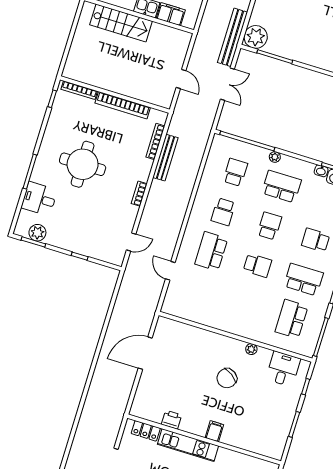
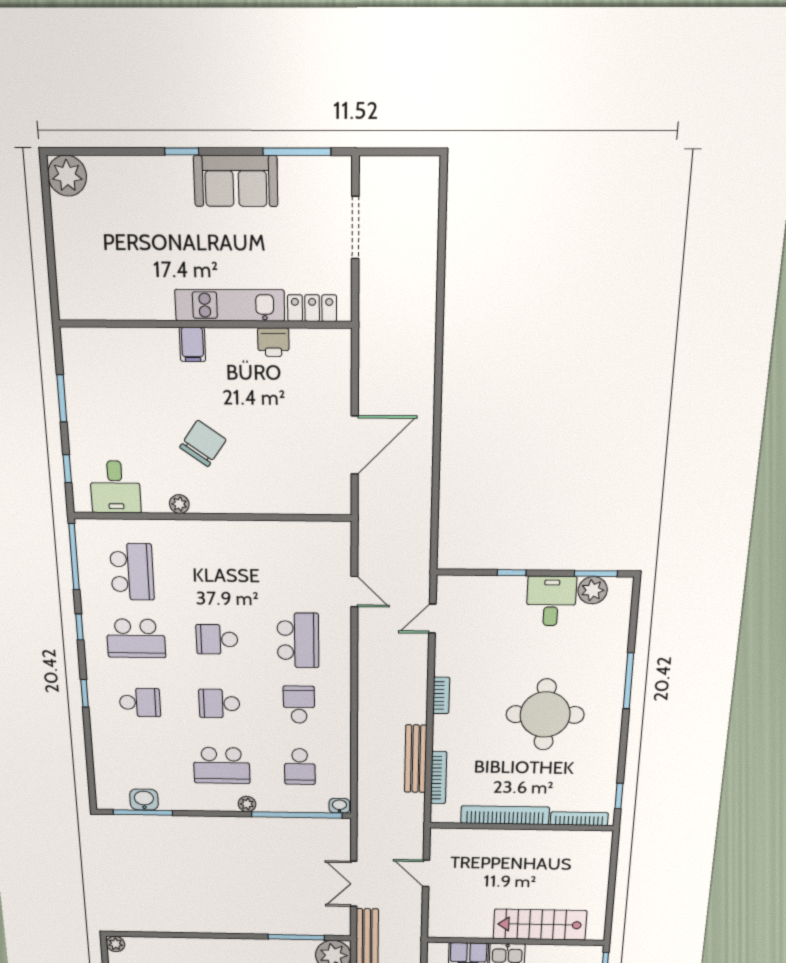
washbasin: (321, 171) -> (339, 806), moved
desk: (39, 199) -> (551, 601), moved, turned -90
school desk: (269, 226) -> (219, 704), turned 90

